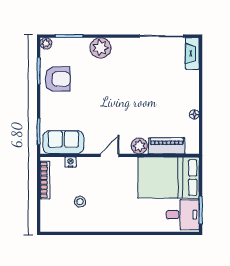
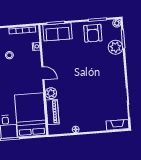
plant: (100, 48) -> (116, 47), moved
sofa: (63, 142) -> (58, 32), moved, turned 90

